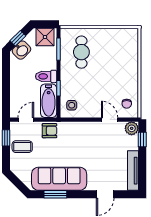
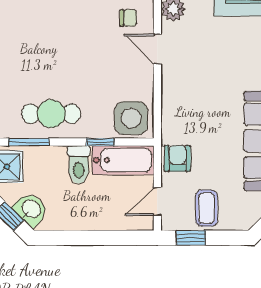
cafe table: (81, 52) -> (51, 114), moved
side table: (72, 105) -> (131, 118), width x1.87, depth x1.87
door: (26, 120) -> (157, 202), hinge flipped
door: (110, 120) -> (157, 49), hinge flipped

